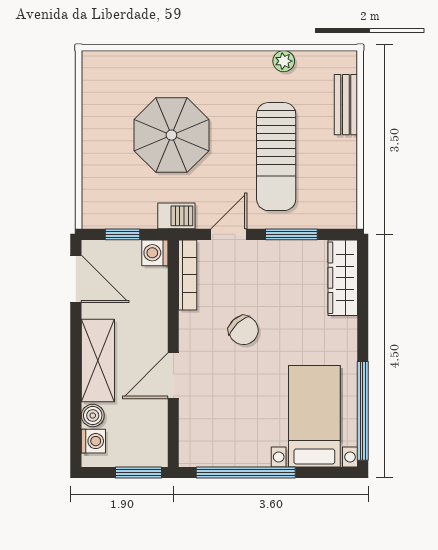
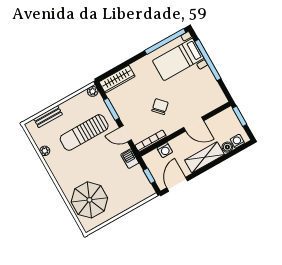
parasol: (171, 135) -> (89, 200), moved
sun lounger: (276, 157) -> (84, 133), turned 180
plant: (346, 218) -> (93, 91), added
washing machine: (155, 253) -> (165, 150), moved
window: (246, 473) -> (208, 60), moved

